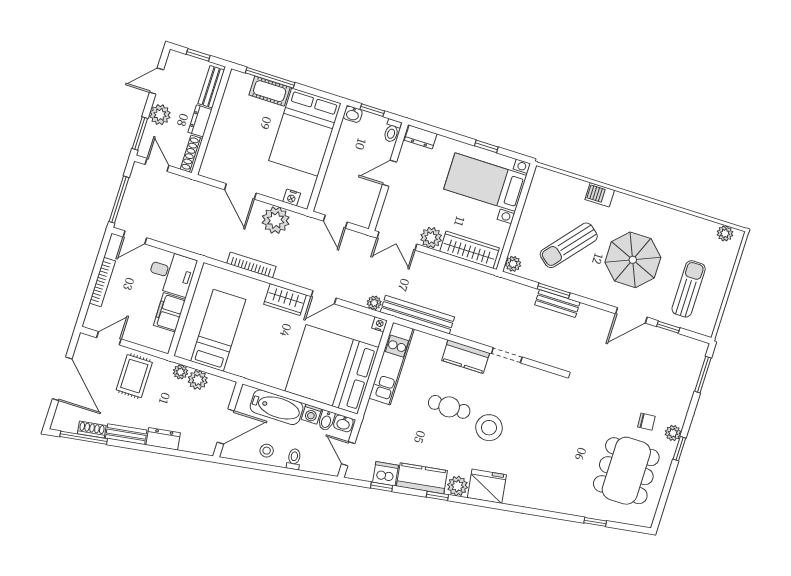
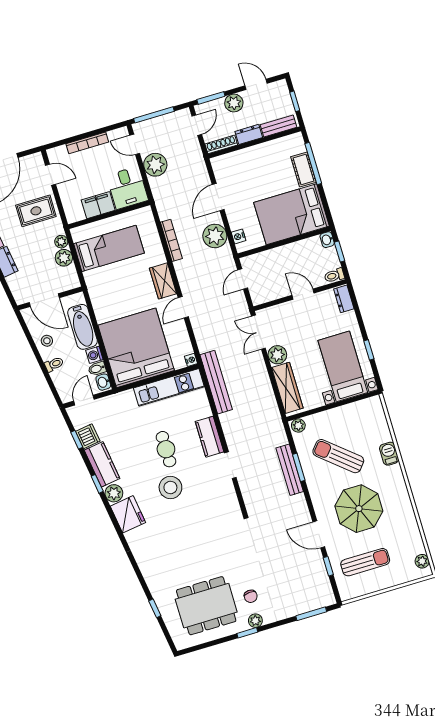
door: (324, 297) -> (183, 307), hinge flipped
plant: (374, 303) -> (155, 165), moved, width x1.88, depth x1.88
bench: (557, 303) -> (290, 470), width x1.36

